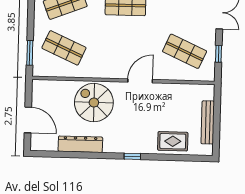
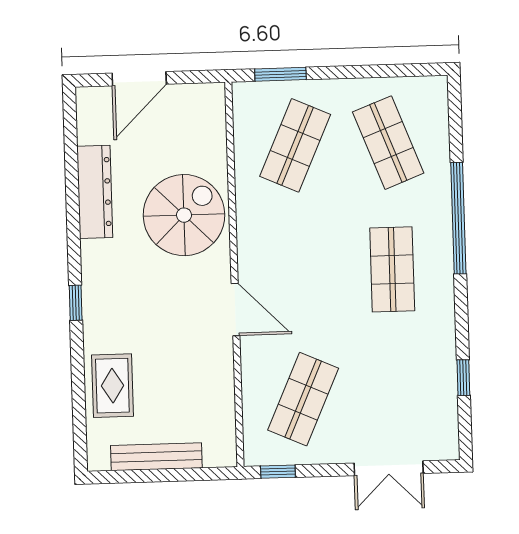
window: (219, 54) -> (278, 472), moved

